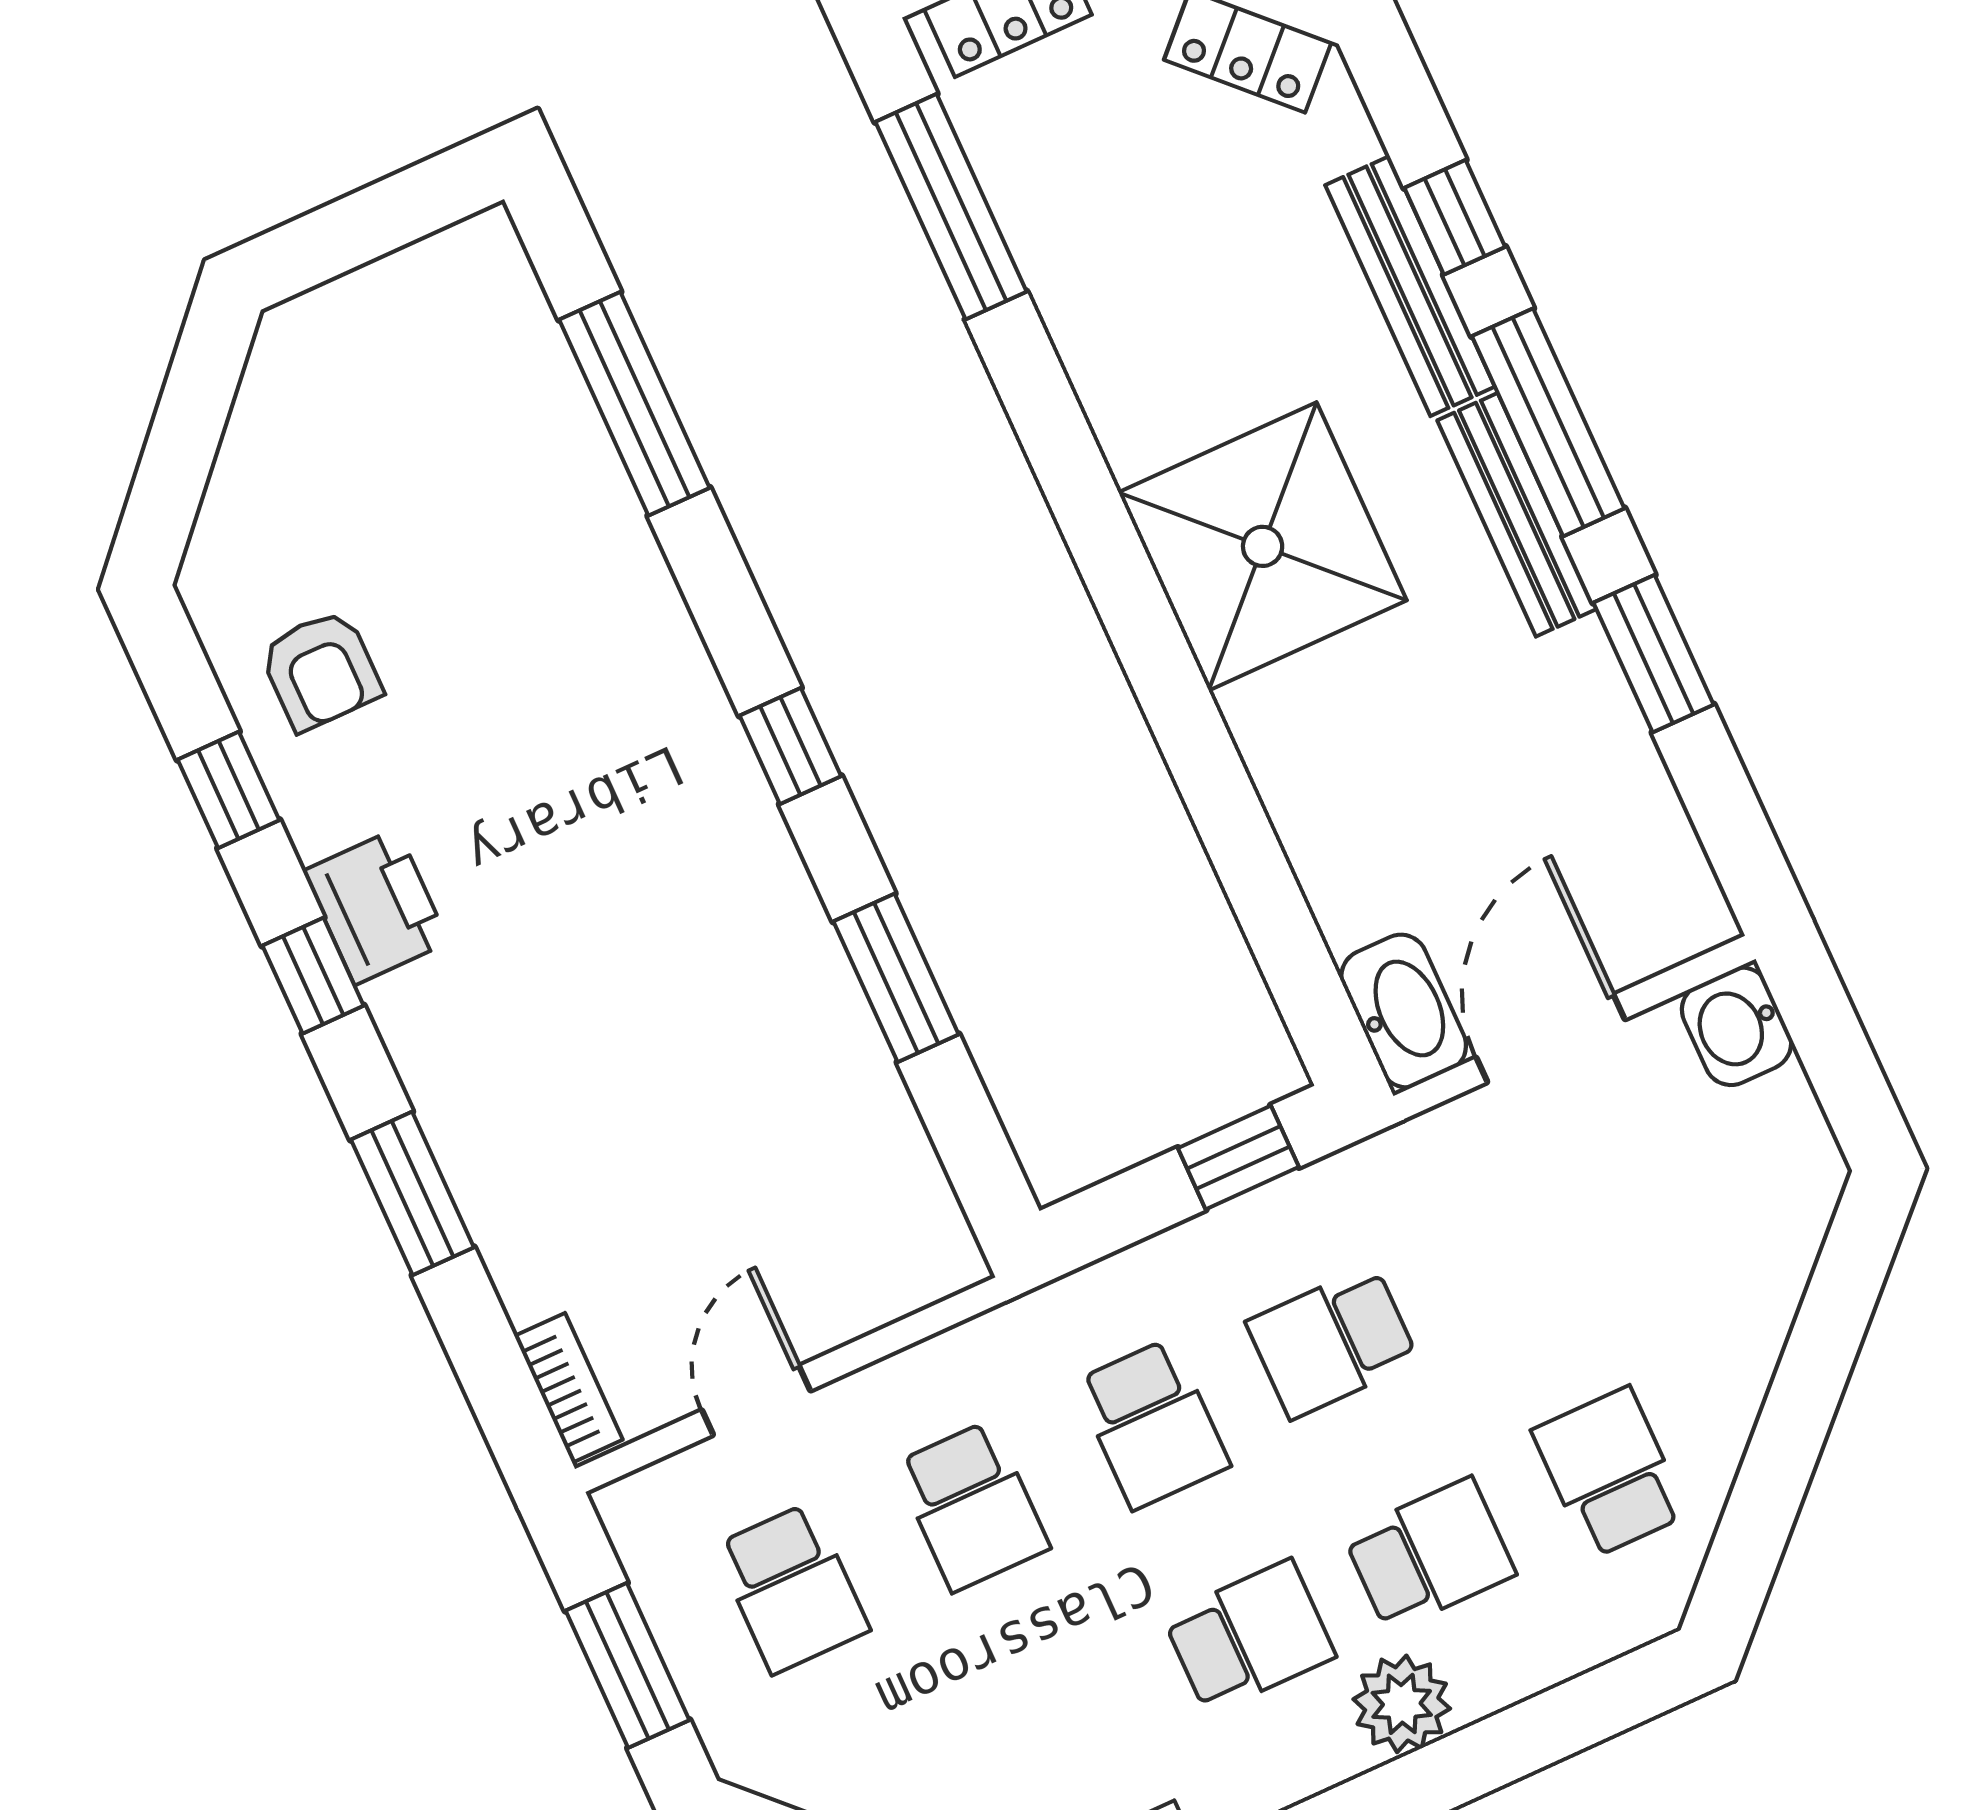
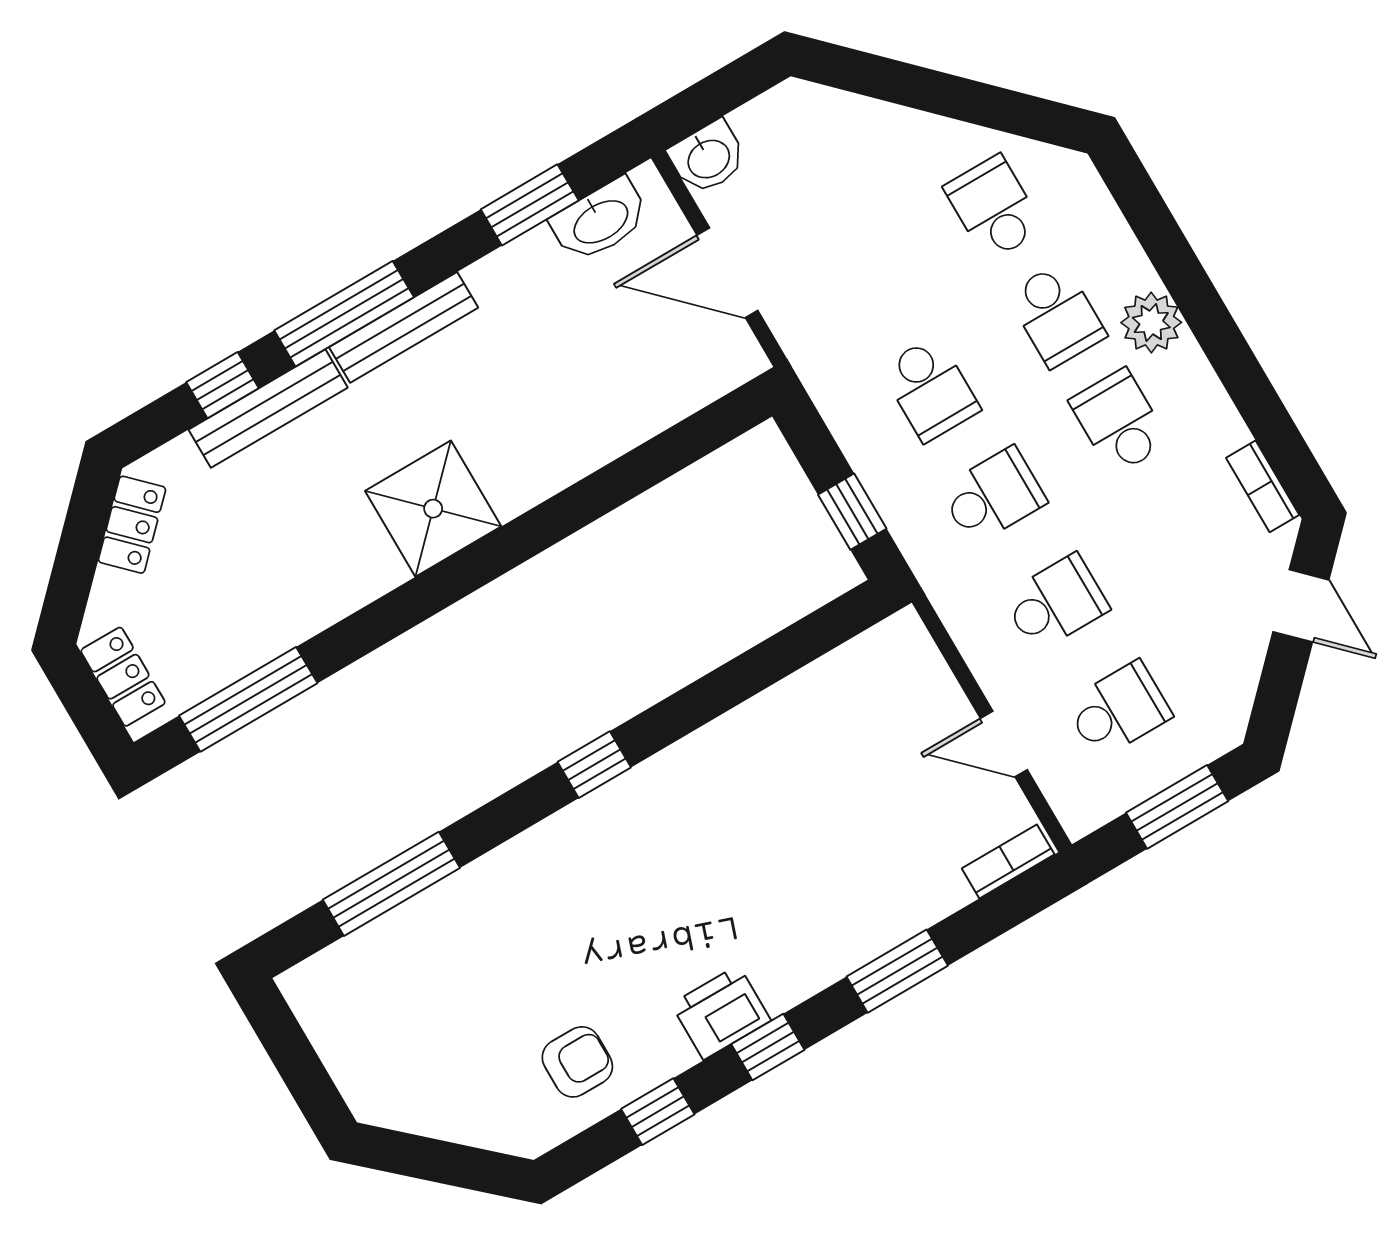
shower: (1263, 546) -> (433, 509), width x0.73, depth x0.73
window: (1654, 654) -> (530, 205), moved
window: (896, 978) -> (732, 684), removed
washbasin: (1404, 1011) -> (600, 220), moved, turned 180
window: (1238, 1158) -> (852, 512), moved
school desk: (1610, 1472) -> (994, 208), turned 90
school desk: (1429, 1555) -> (1057, 315), turned 180

